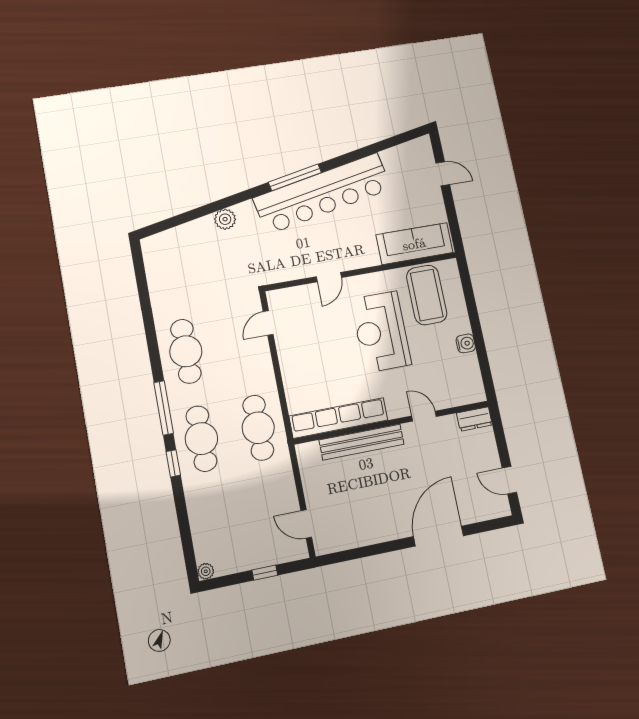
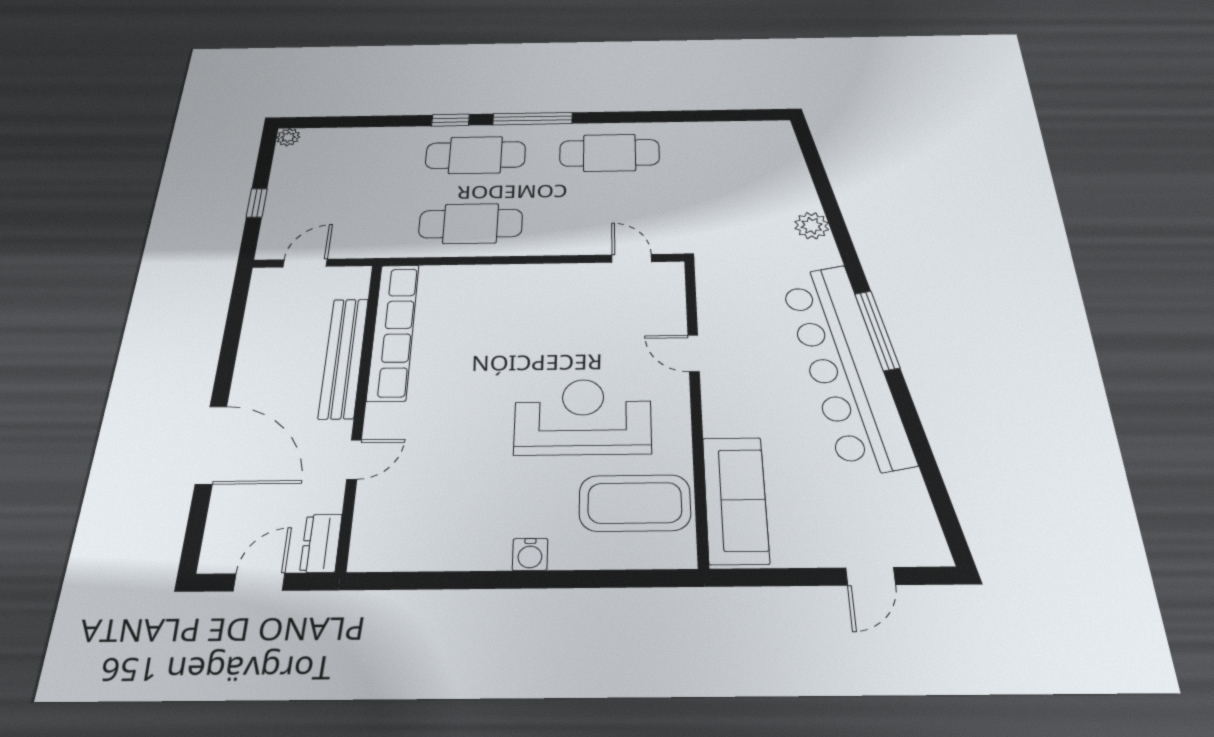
door: (424, 416) -> (354, 459), moved
row of seats: (338, 418) -> (393, 331), moved
dresser: (474, 419) -> (321, 543), moved
wall: (392, 422) -> (360, 408), moved
bench: (362, 442) -> (344, 358), moved

